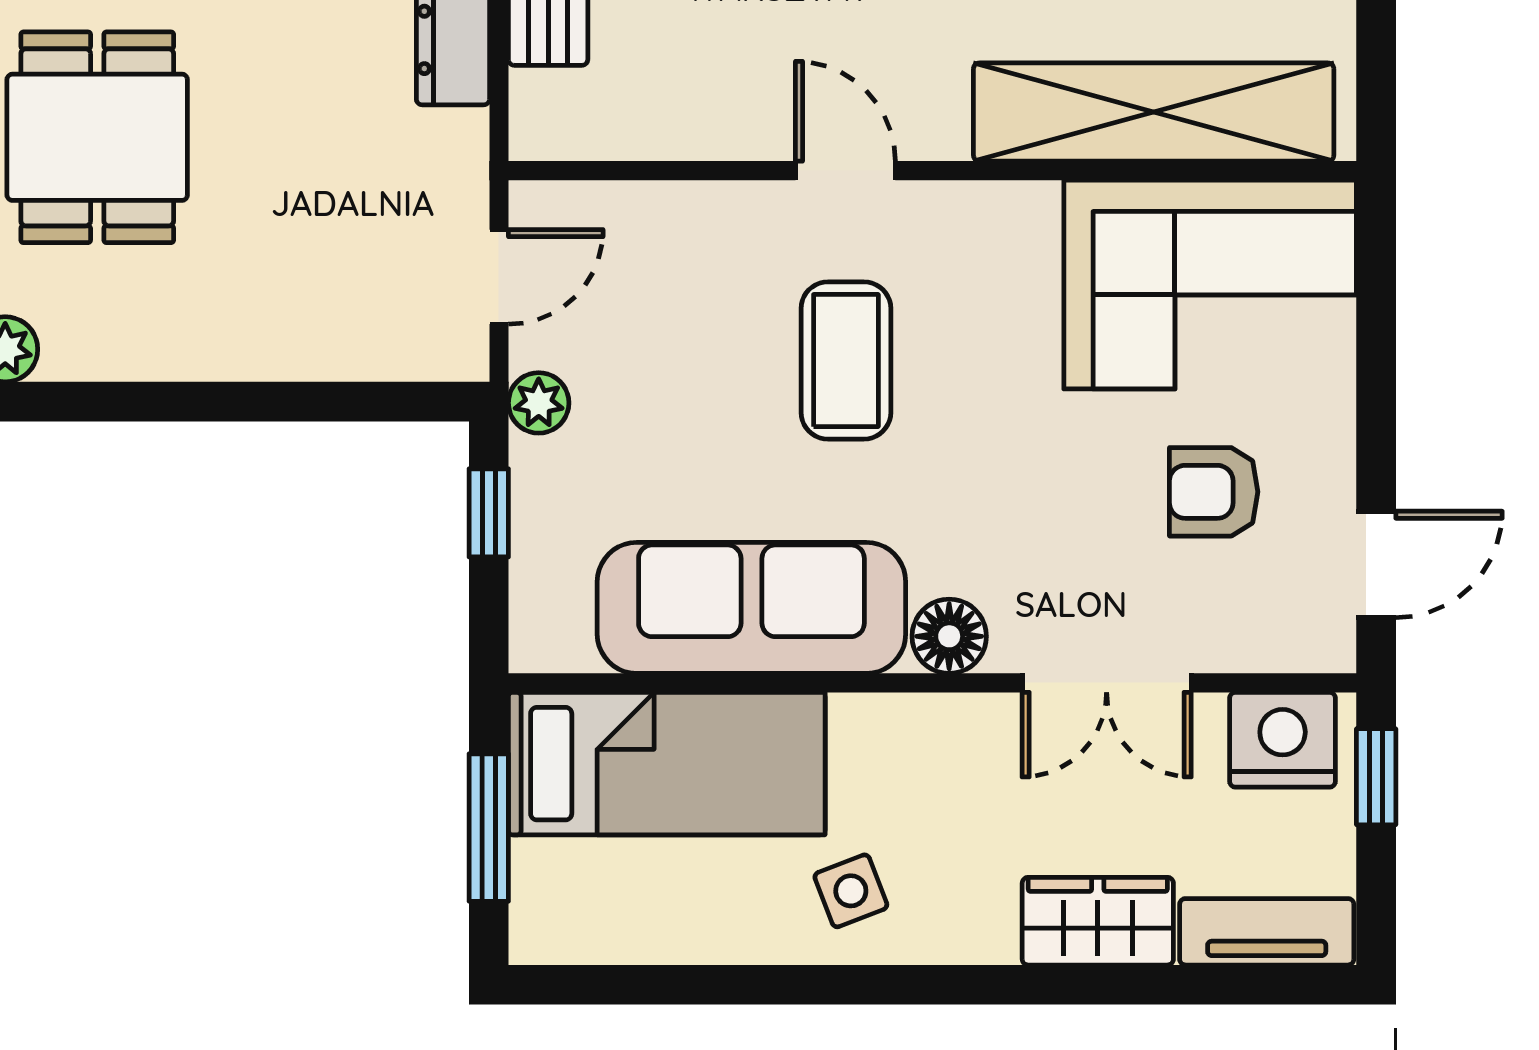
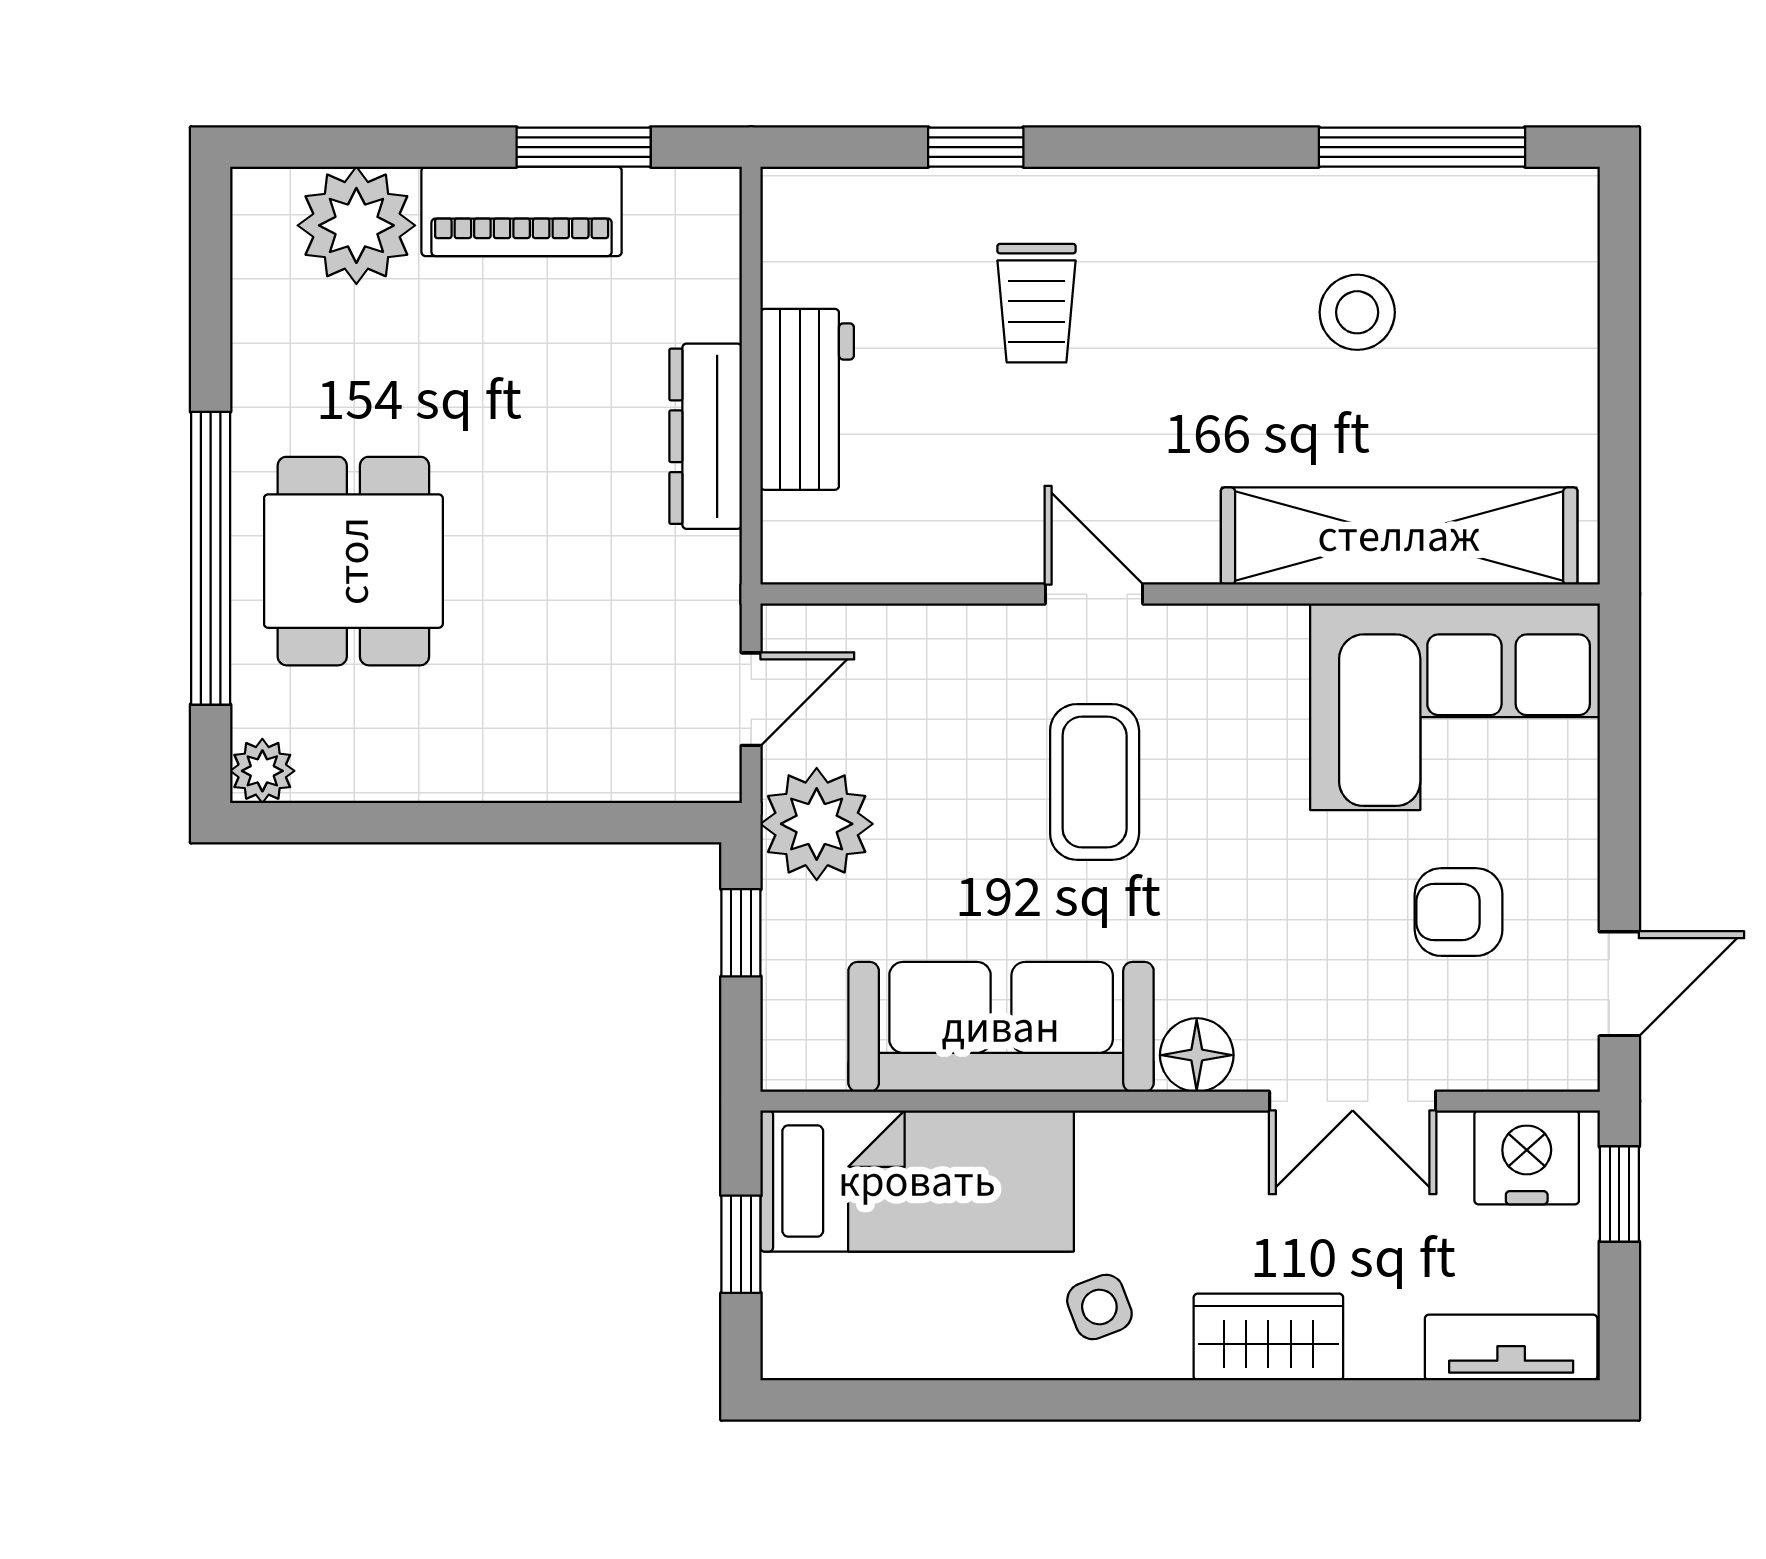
plant: (539, 403) -> (817, 824), width x1.87, depth x1.87
window: (489, 828) -> (741, 1244), width x0.67
wardrobe: (1098, 921) -> (1268, 1337), moved

